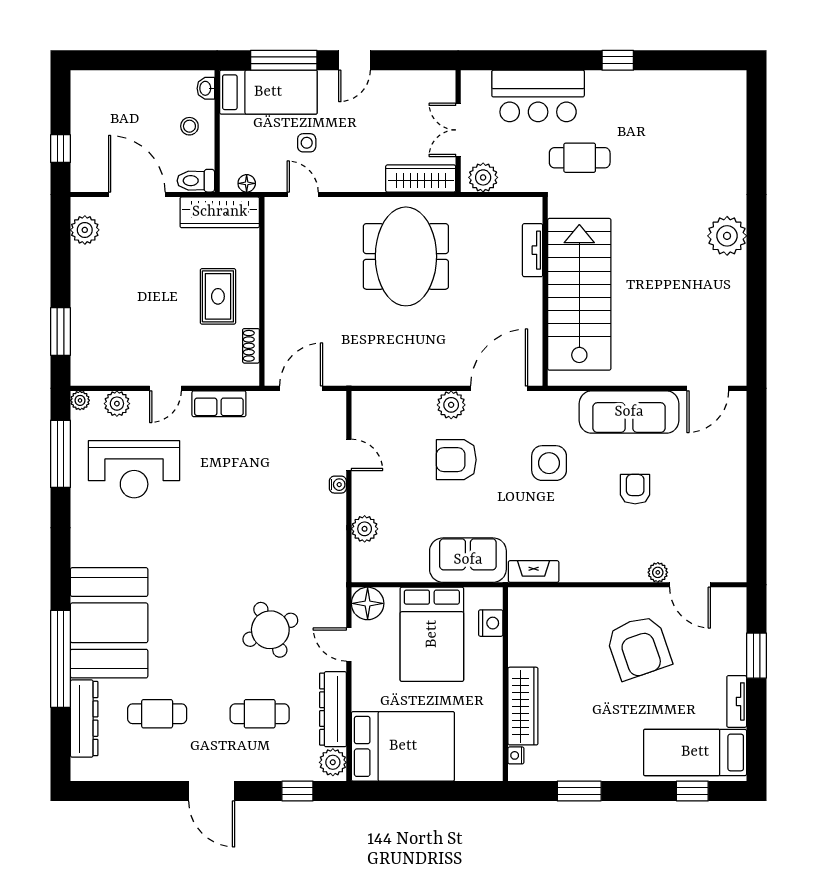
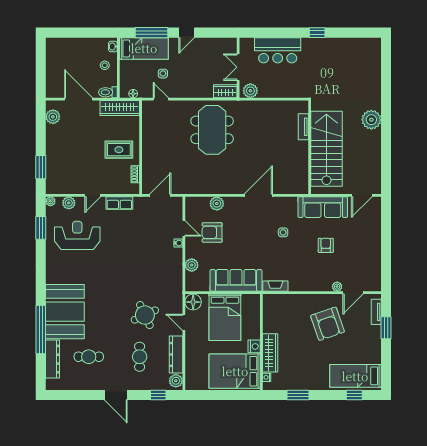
window: (61, 149) -> (41, 76), removed
cafe table: (580, 158) -> (298, 81), removed
wardrobe: (421, 178) -> (225, 91), width x0.67
tv unit: (533, 250) -> (303, 127), moved
wall: (545, 291) -> (310, 147), moved
stairs: (579, 294) -> (326, 149), moved
rug: (218, 296) -> (119, 150), turned 90
plant: (451, 405) -> (217, 203), moved
window: (61, 454) -> (41, 228), width x0.69
armchair: (456, 460) -> (212, 232), moved
side table: (549, 463) -> (283, 232), width x0.54, depth x0.54
reception desk: (134, 469) -> (77, 235), turned 180
sofa: (468, 560) -> (236, 280), width x1.36
door: (690, 585) -> (353, 293), hinge flipped
nightstand: (491, 623) -> (254, 346), moved
tv unit: (737, 701) -> (376, 312), moved
cafe table: (260, 714) -> (140, 357), turned 90
bed: (403, 746) -> (235, 371), moved, turned 180

